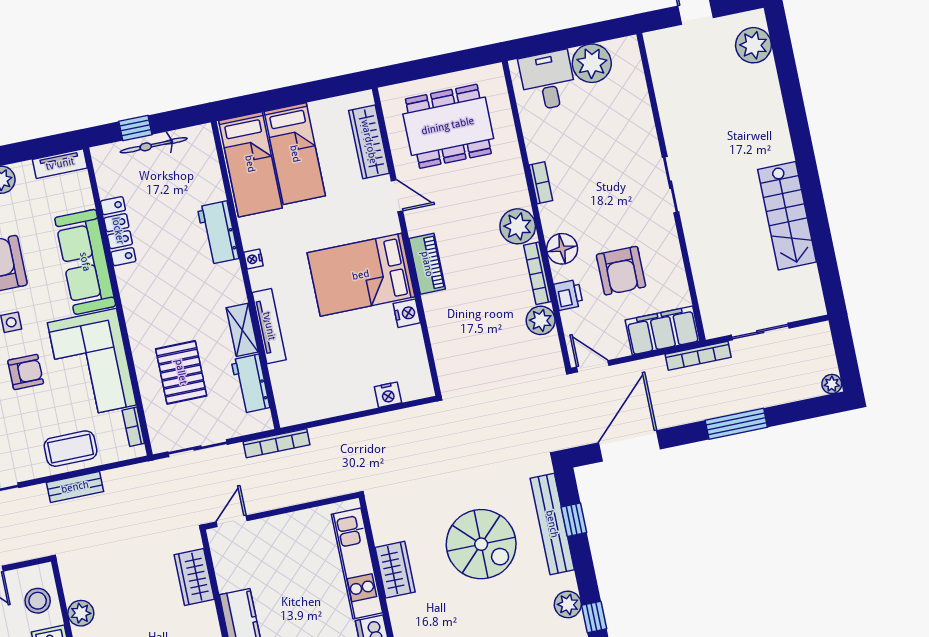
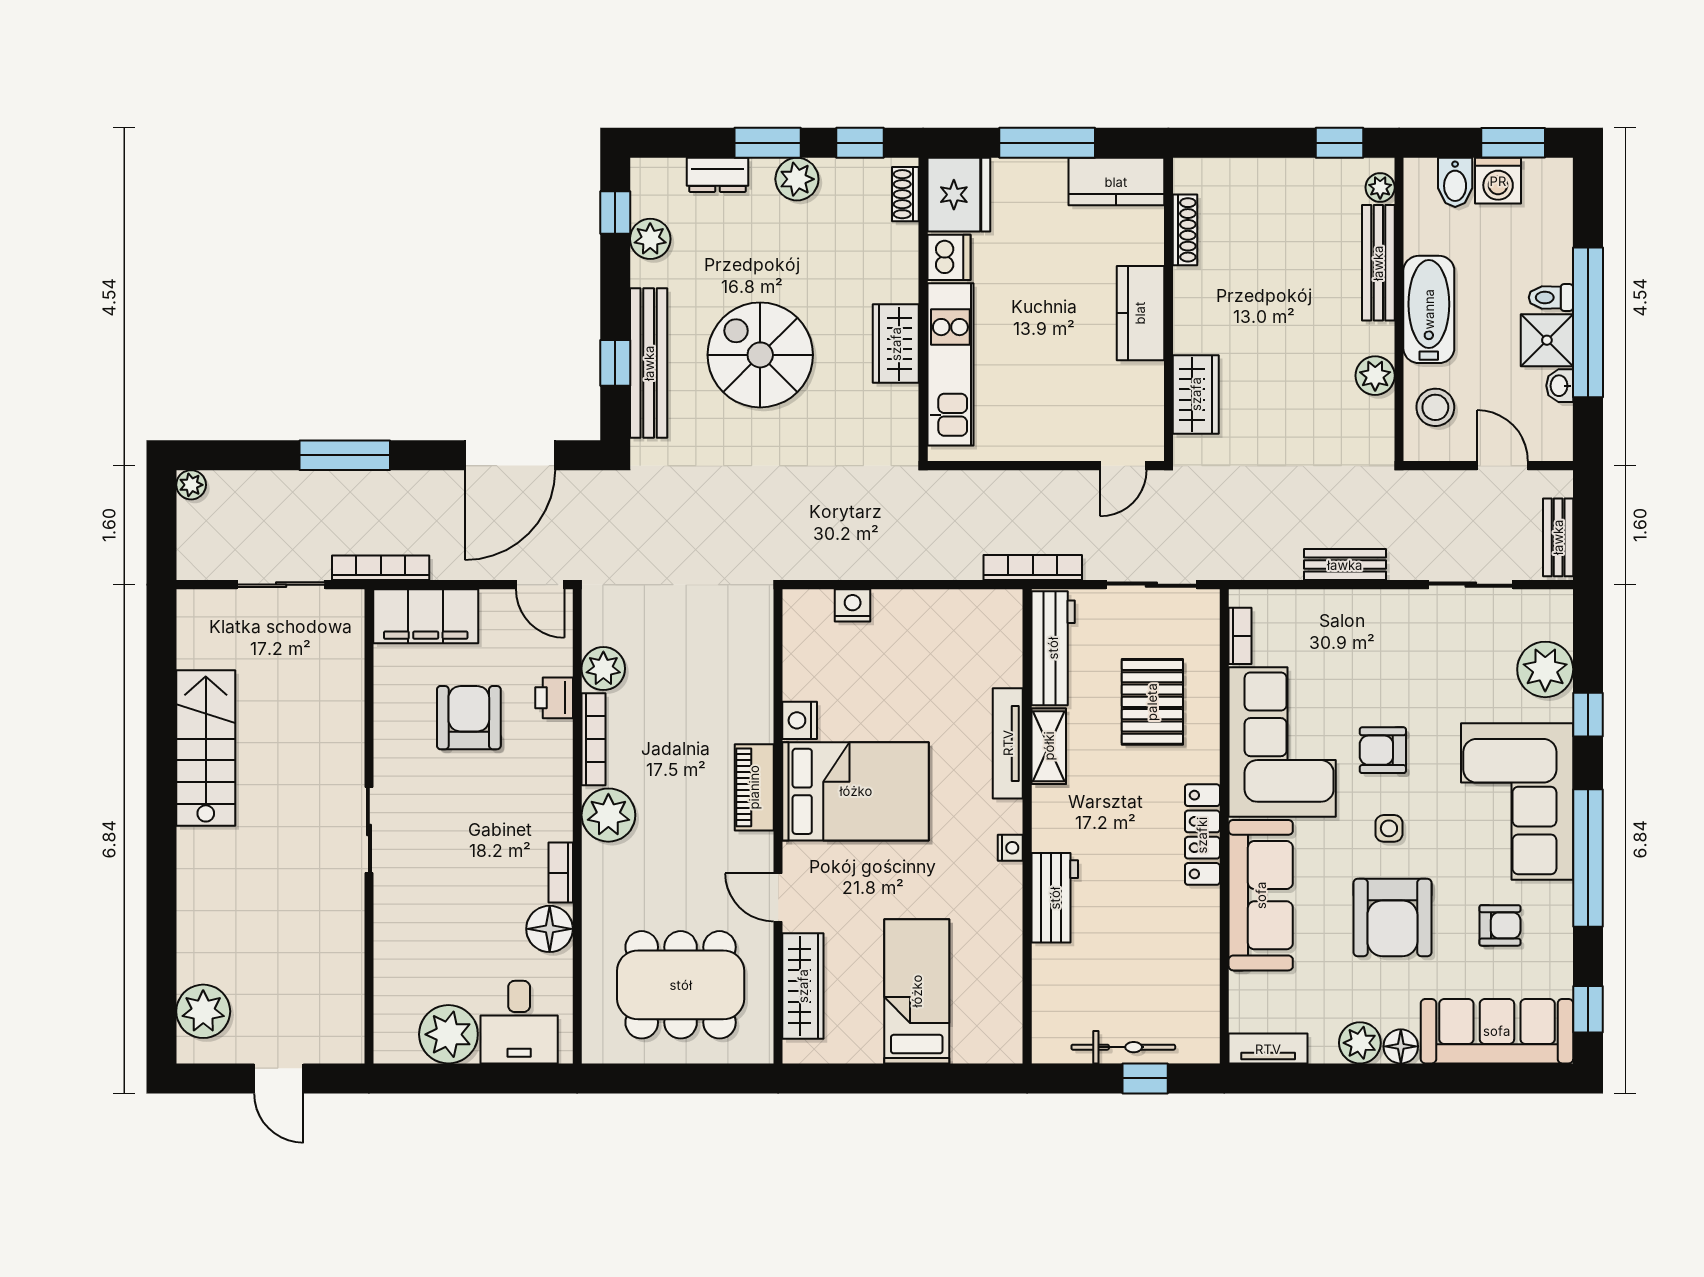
bed: (250, 164) -> (986, 989), removed
locker: (118, 231) -> (1202, 835), moved
floor lamp: (562, 249) -> (550, 929), moved
workbench: (250, 384) -> (1053, 648), width x1.38
coffee table: (71, 449) -> (1340, 623), removed

